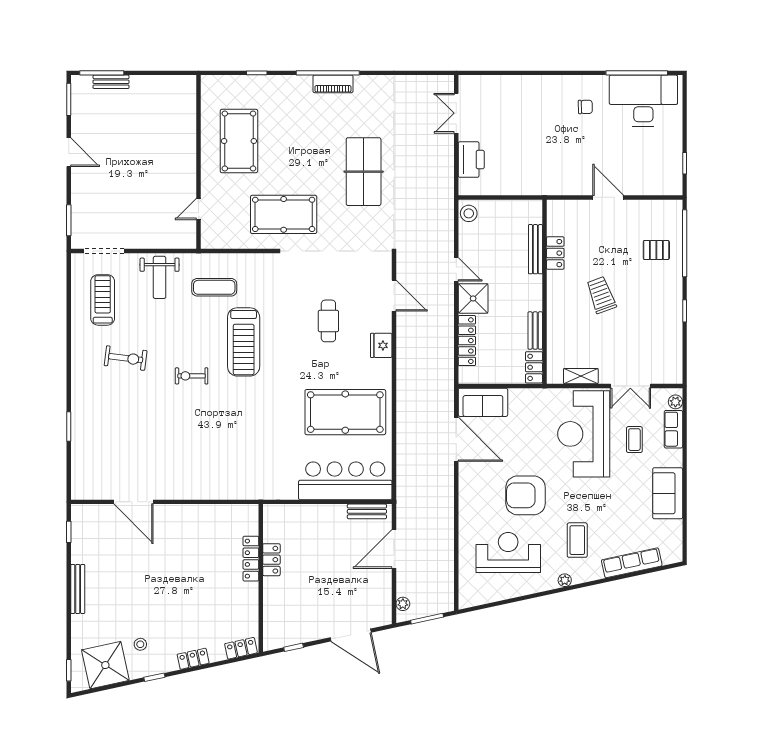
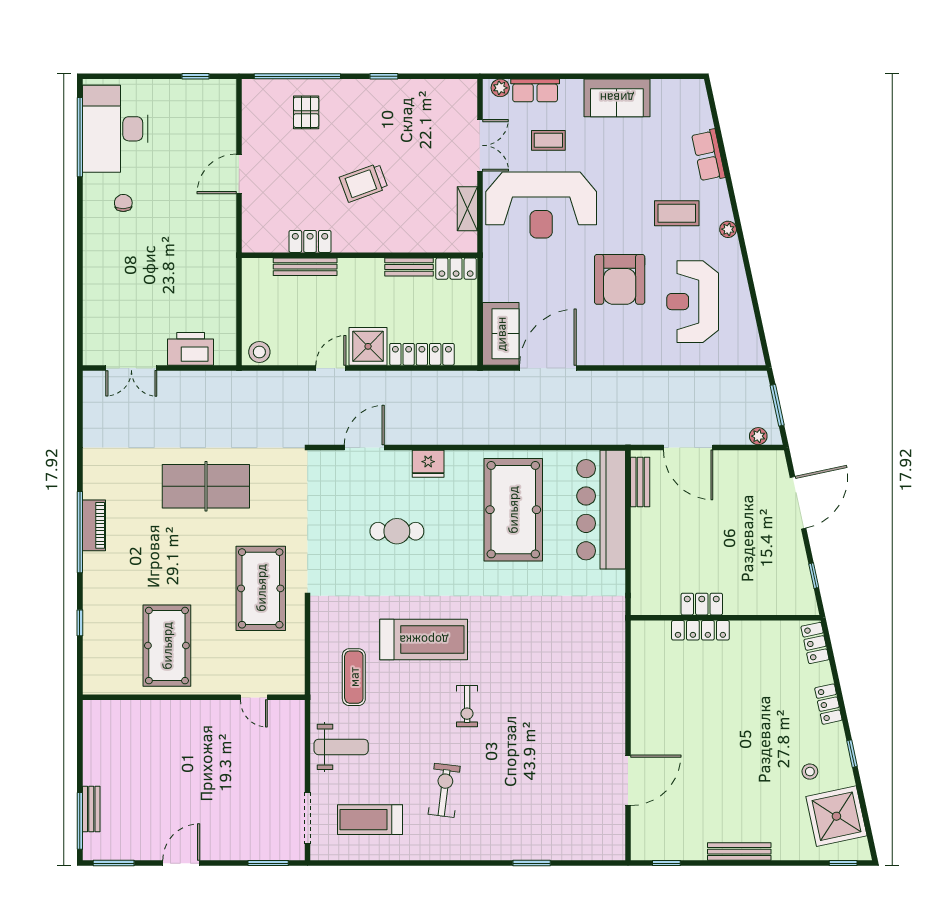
pool table: (239, 141) -> (167, 646), turned 90
row of seats: (632, 563) -> (708, 155), width x0.68

